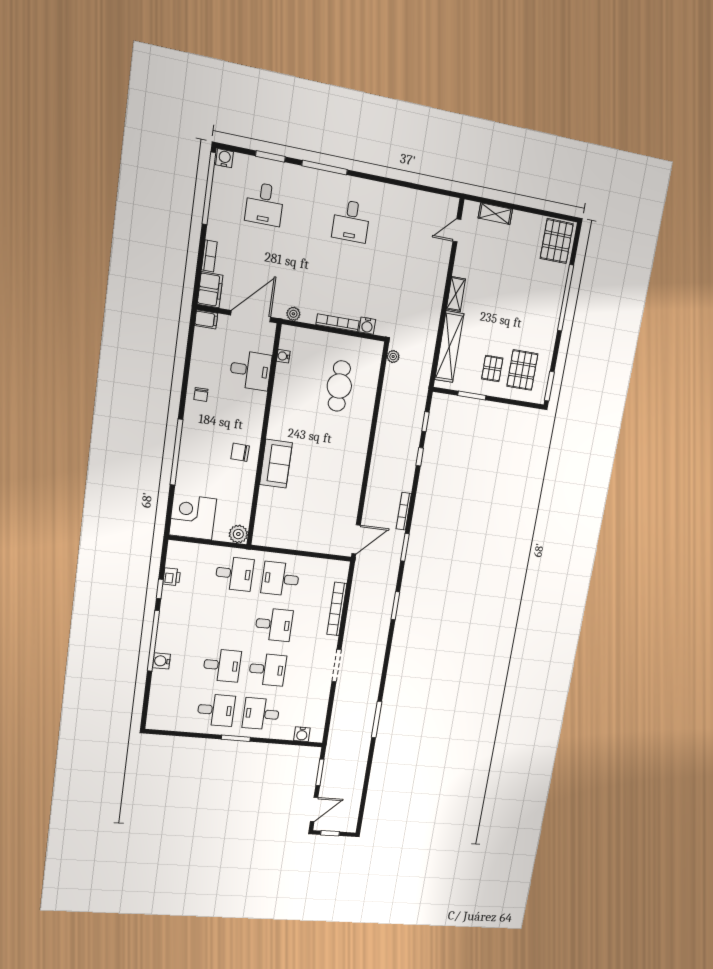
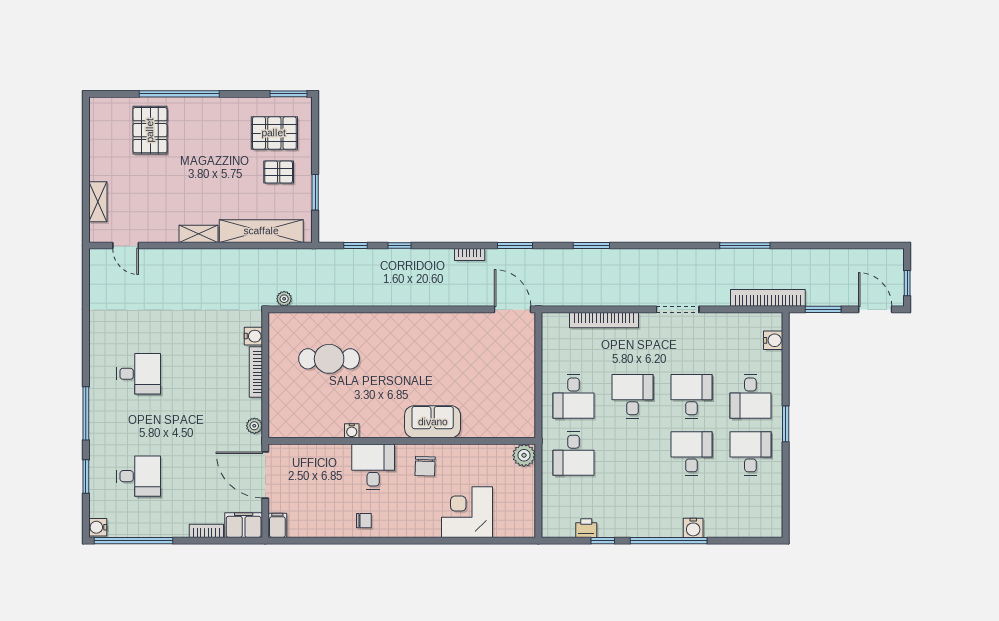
pallet: (557, 241) -> (150, 130), moved, turned 90
water cooler: (283, 356) -> (352, 431), moved
desk: (251, 370) -> (373, 467), moved
window: (176, 452) -> (435, 541), removed
bookcase: (404, 511) -> (470, 255), width x0.64
corner desk: (193, 517) -> (467, 512), moved, turned 90
desk: (234, 574) -> (574, 454), turned 180
bookcase: (335, 733) -> (768, 298), added

